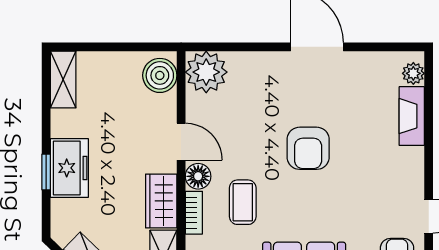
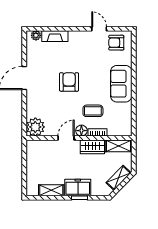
boiler: (160, 75) -> (37, 148), removed
shelving: (63, 80) -> (51, 190), moved
armchair: (308, 148) -> (69, 82), turned -90

